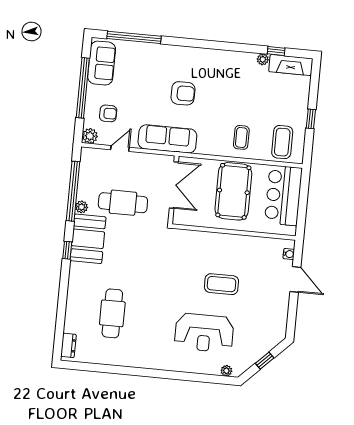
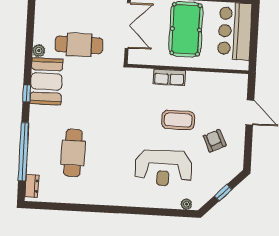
window: (73, 191) -> (23, 152), moved
row of seats: (214, 240) -> (169, 77), added
water cooler: (289, 254) -> (242, 88), removed
armchair: (258, 307) -> (214, 141), added

